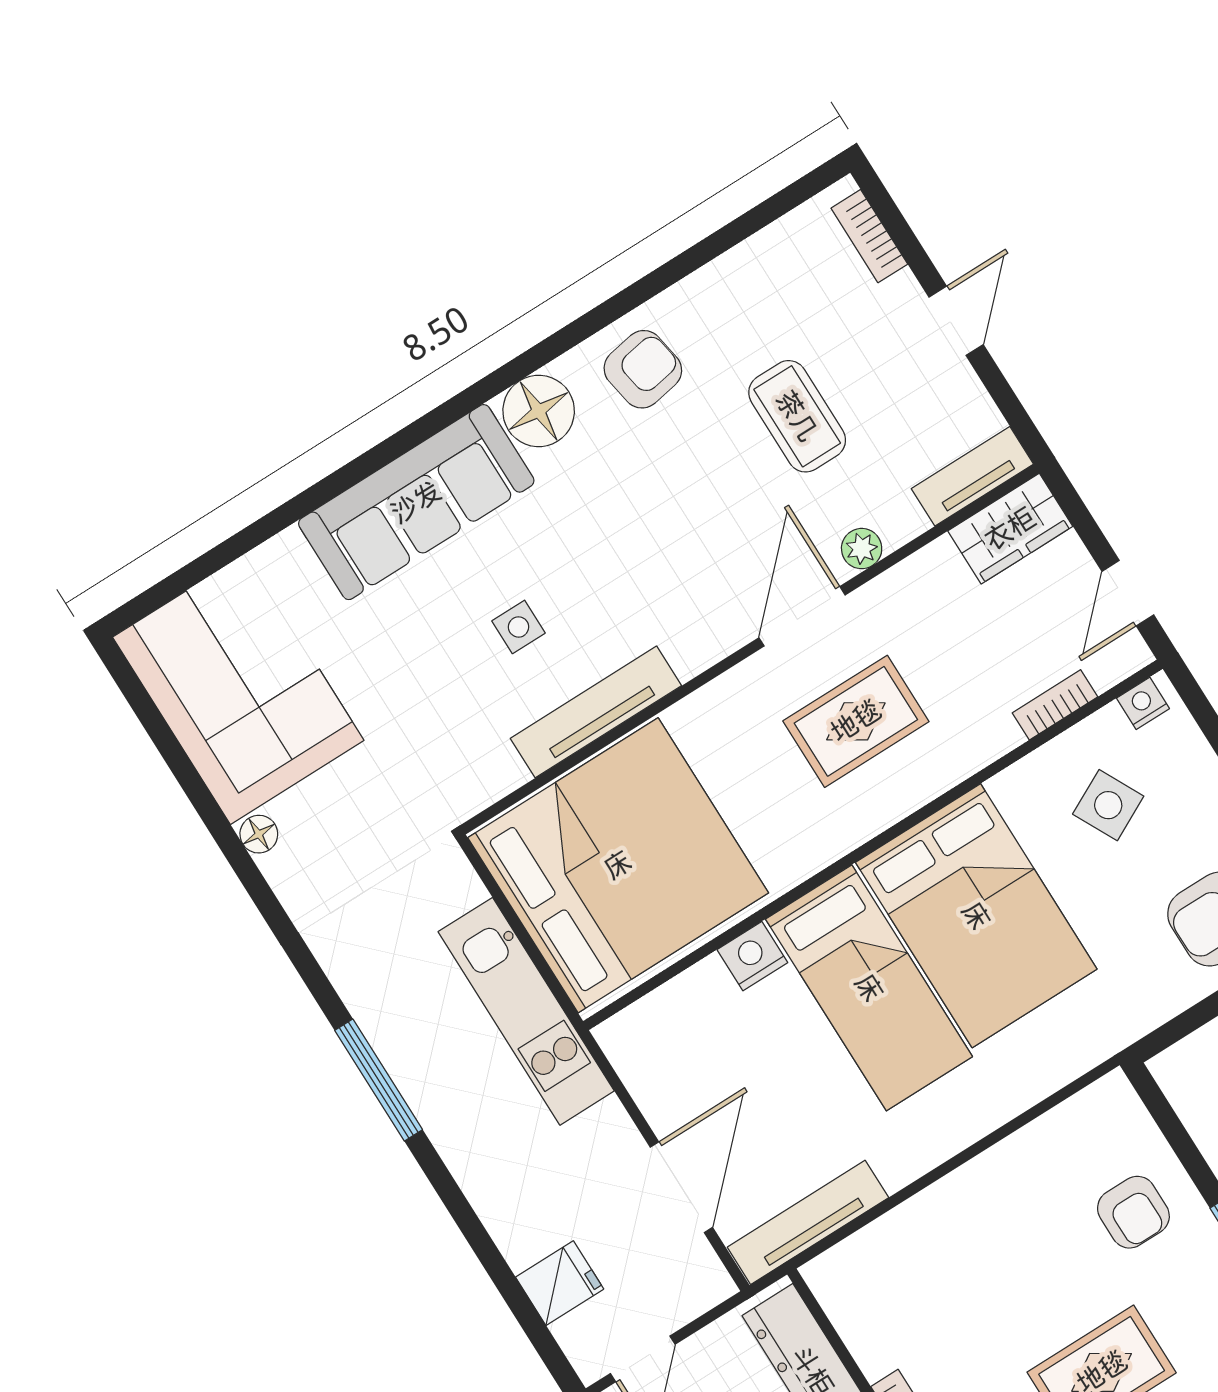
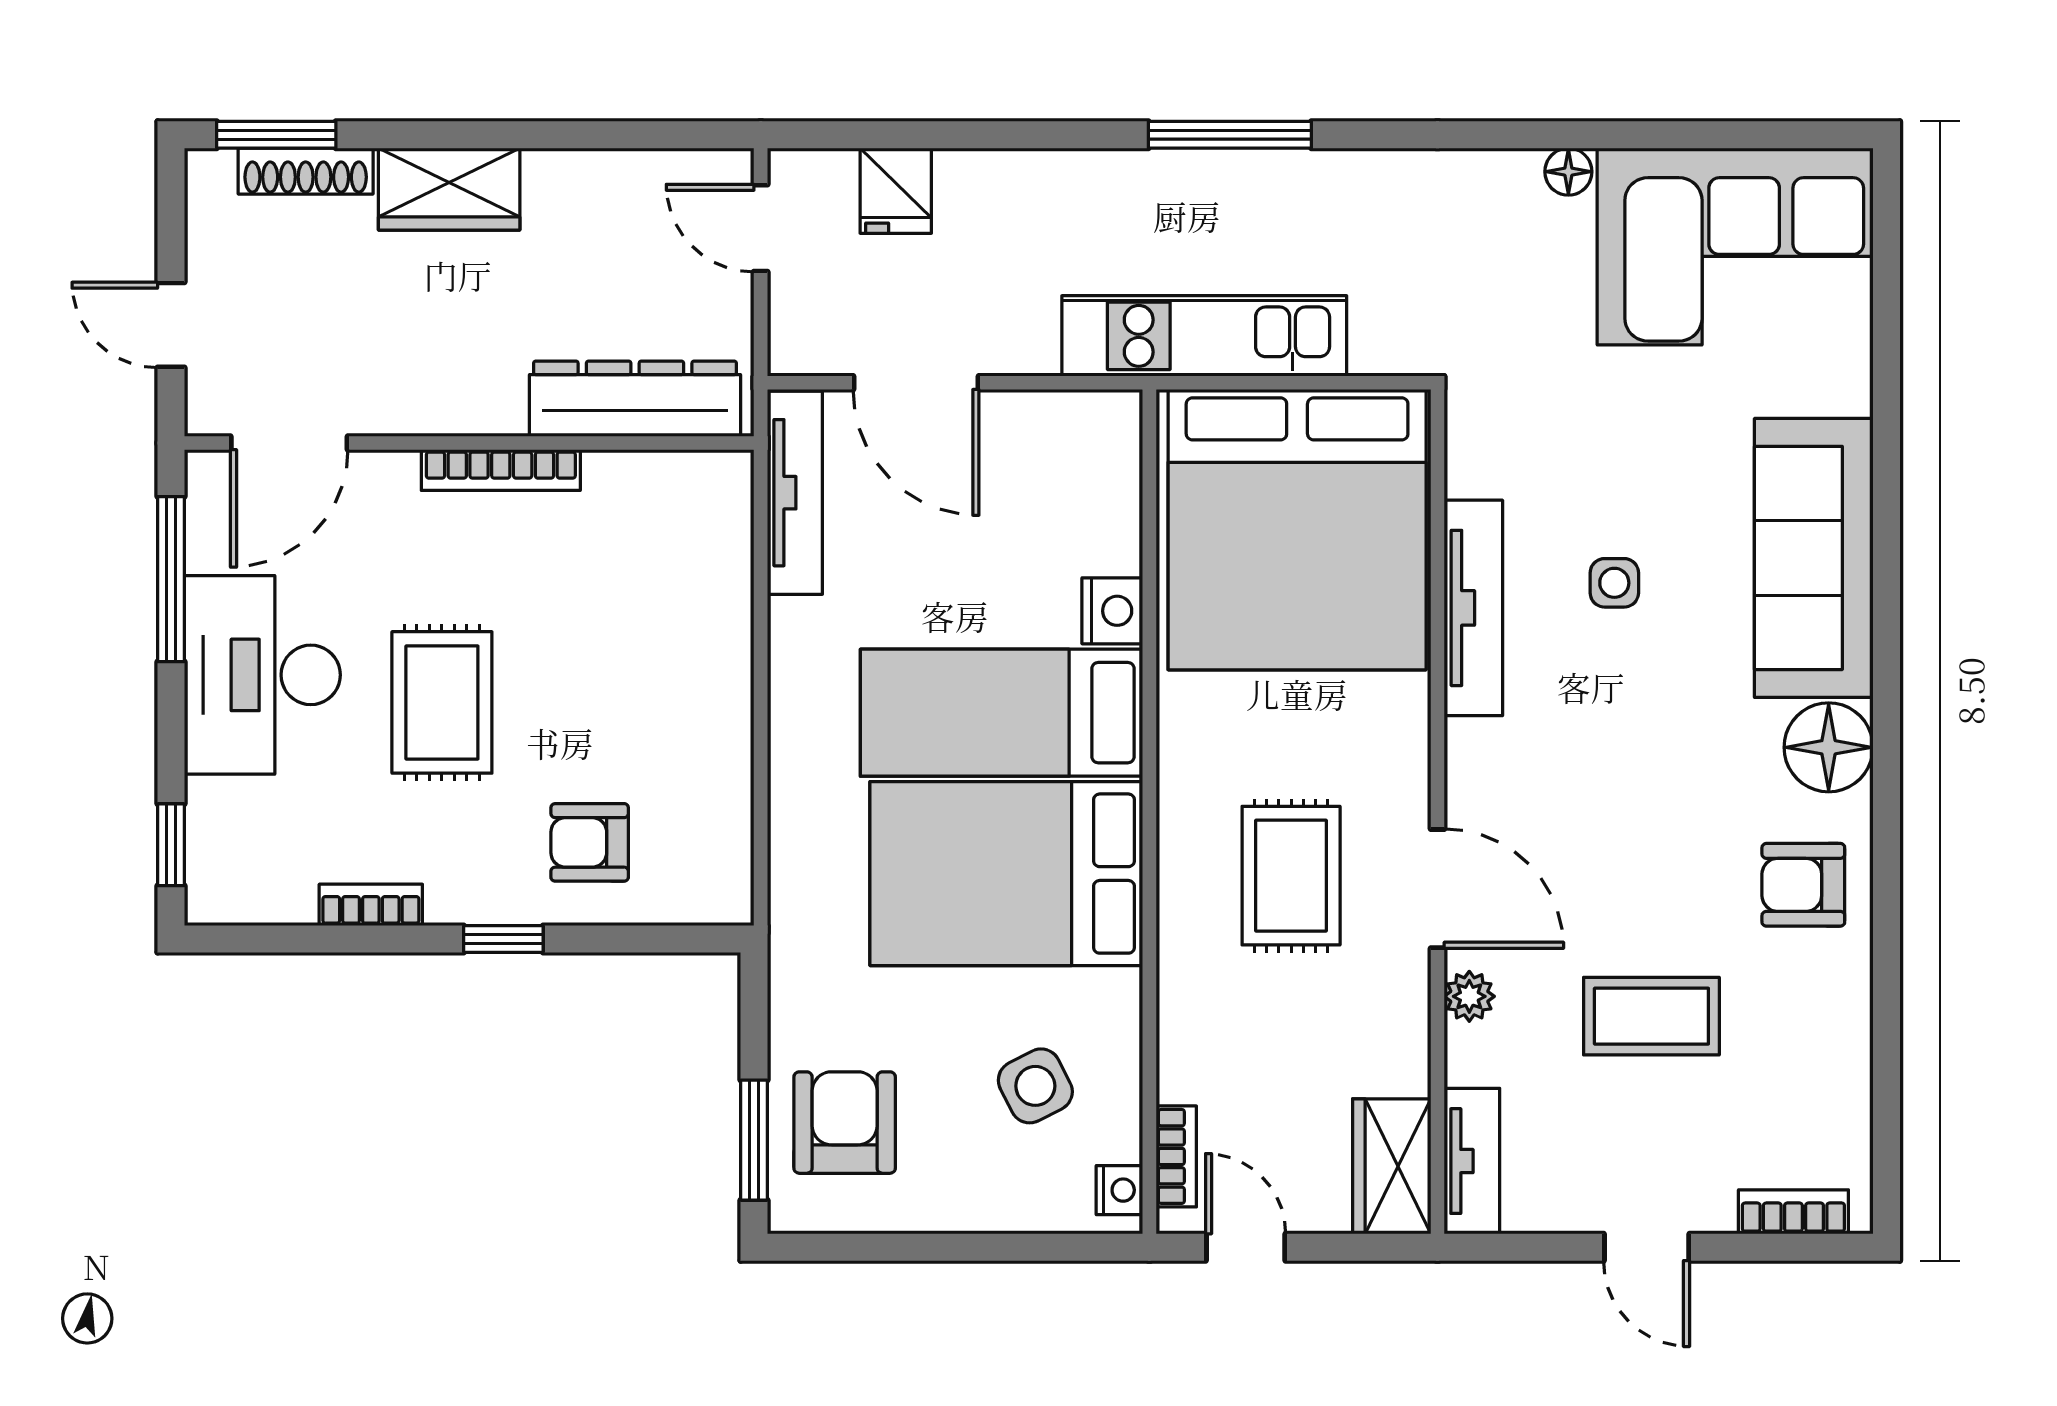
armchair: (643, 369) -> (1803, 885), turned 100
bookcase: (1055, 705) -> (1176, 1156), moved

